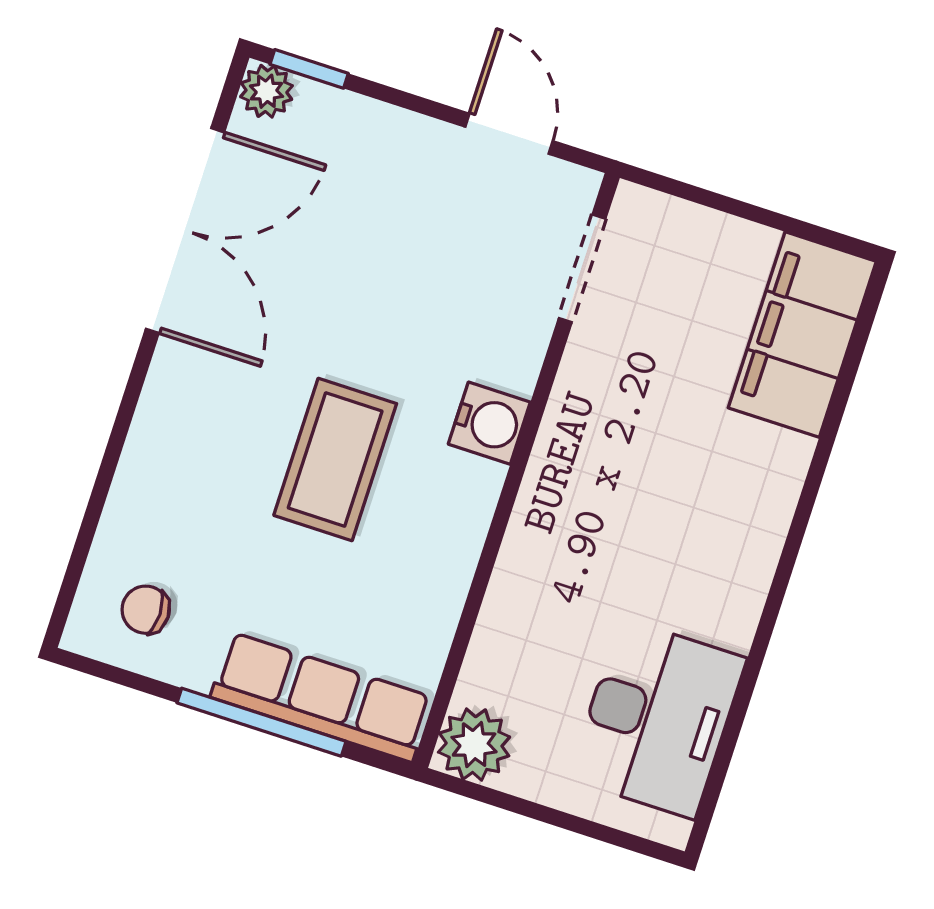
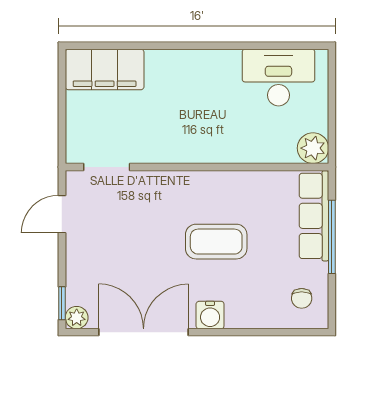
water cooler: (489, 423) -> (210, 315), moved, turned 180

